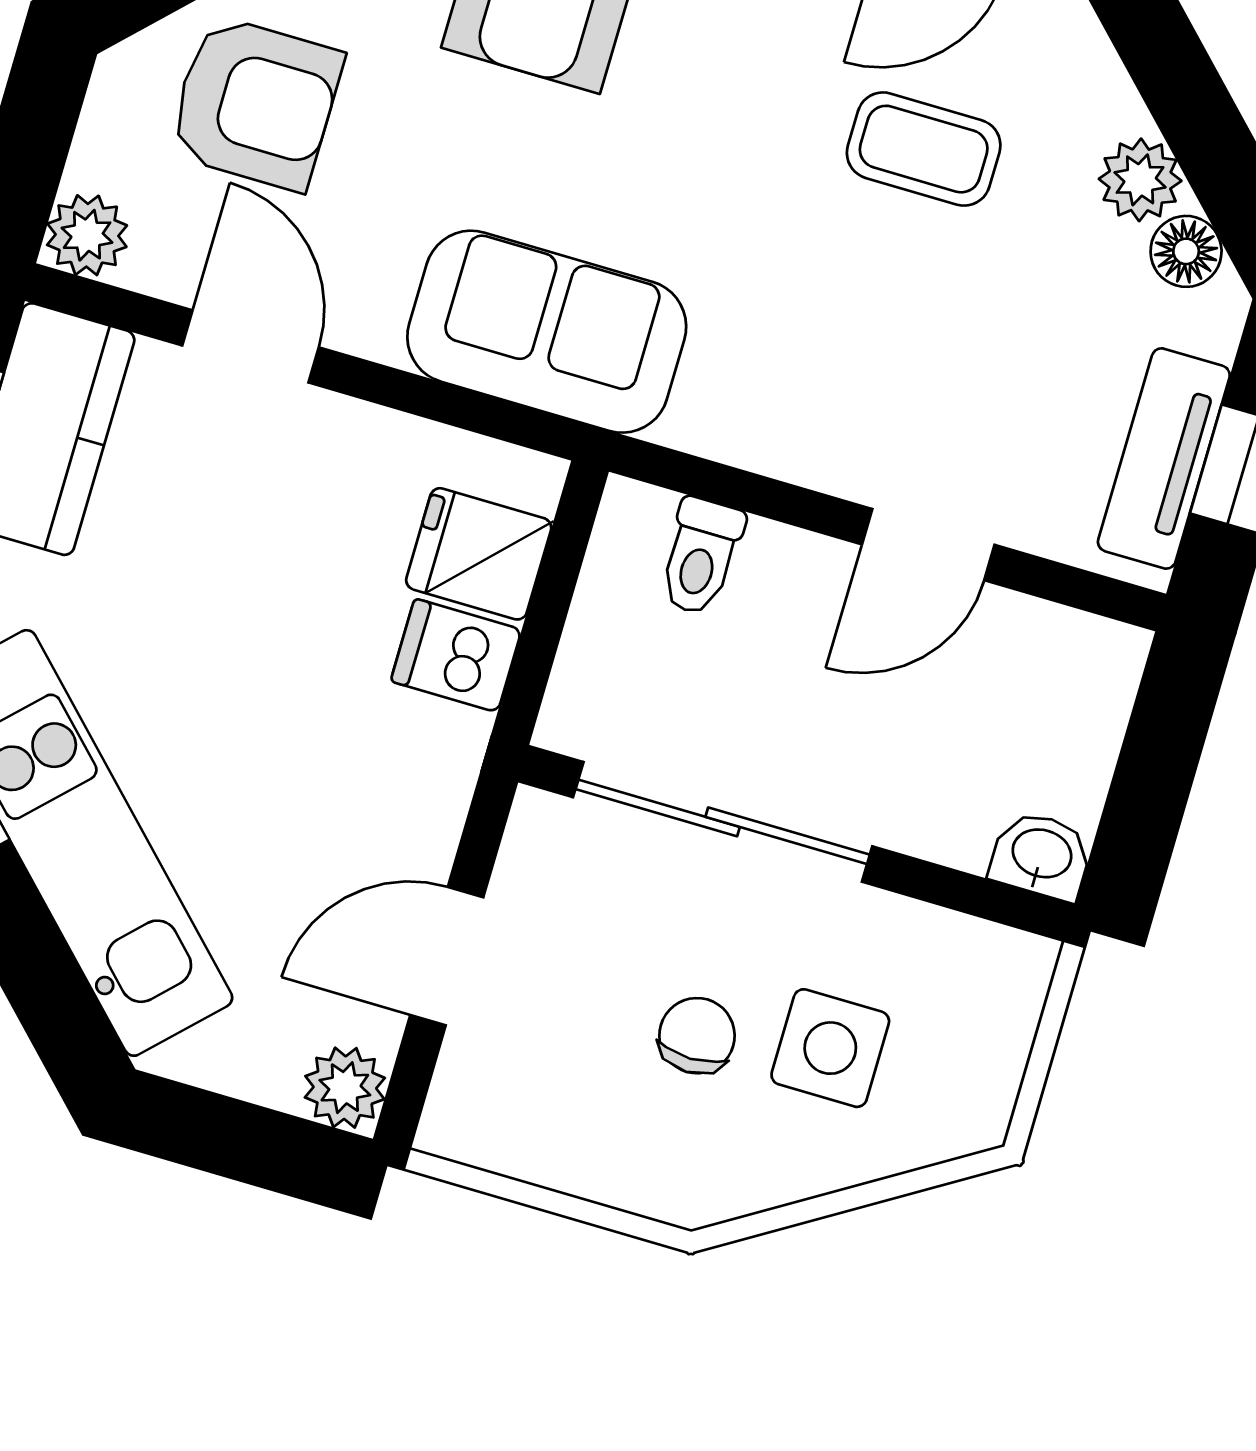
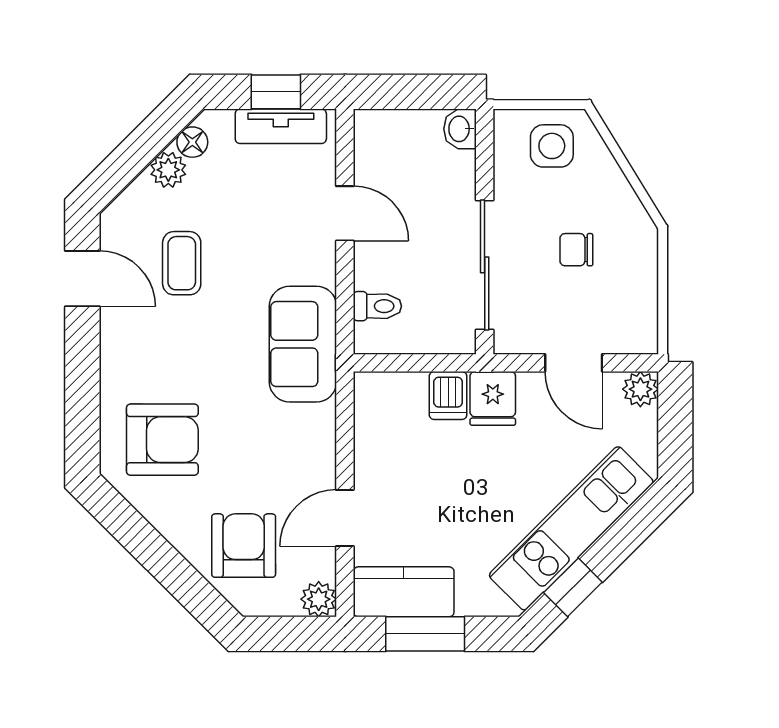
sofa: (547, 332) -> (303, 344), moved
fridge: (479, 554) -> (493, 398), moved
side table: (830, 1048) -> (552, 146), moved

